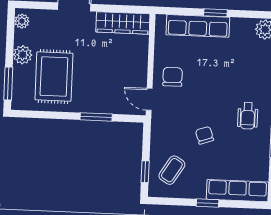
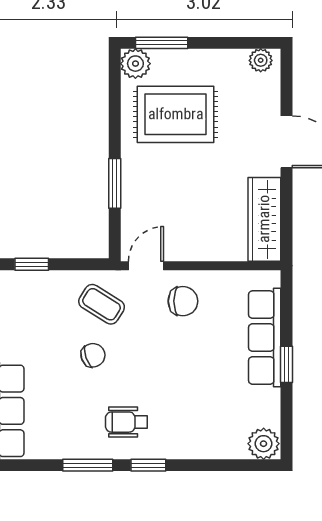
plant: (23, 55) -> (135, 64), moved
coffee table: (172, 170) -> (102, 304), moved

